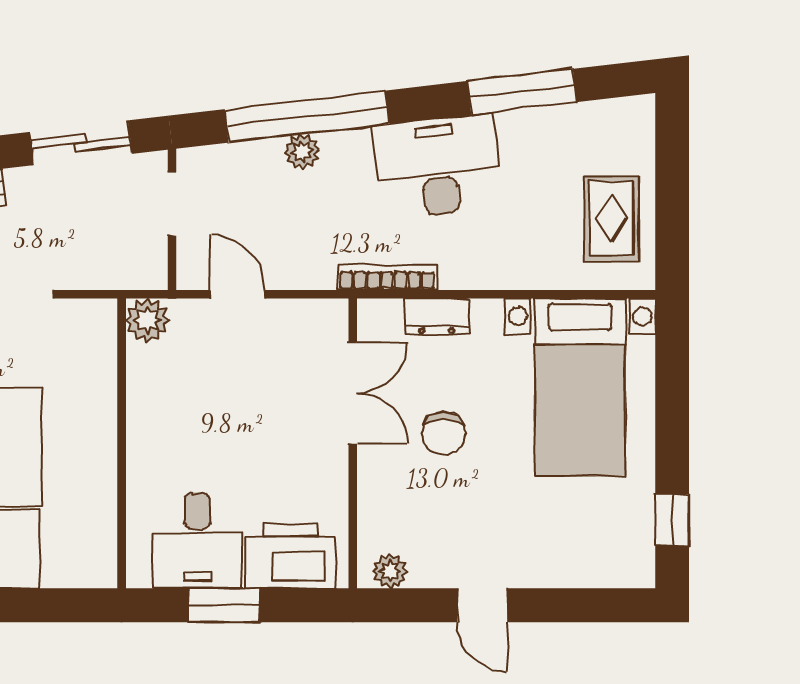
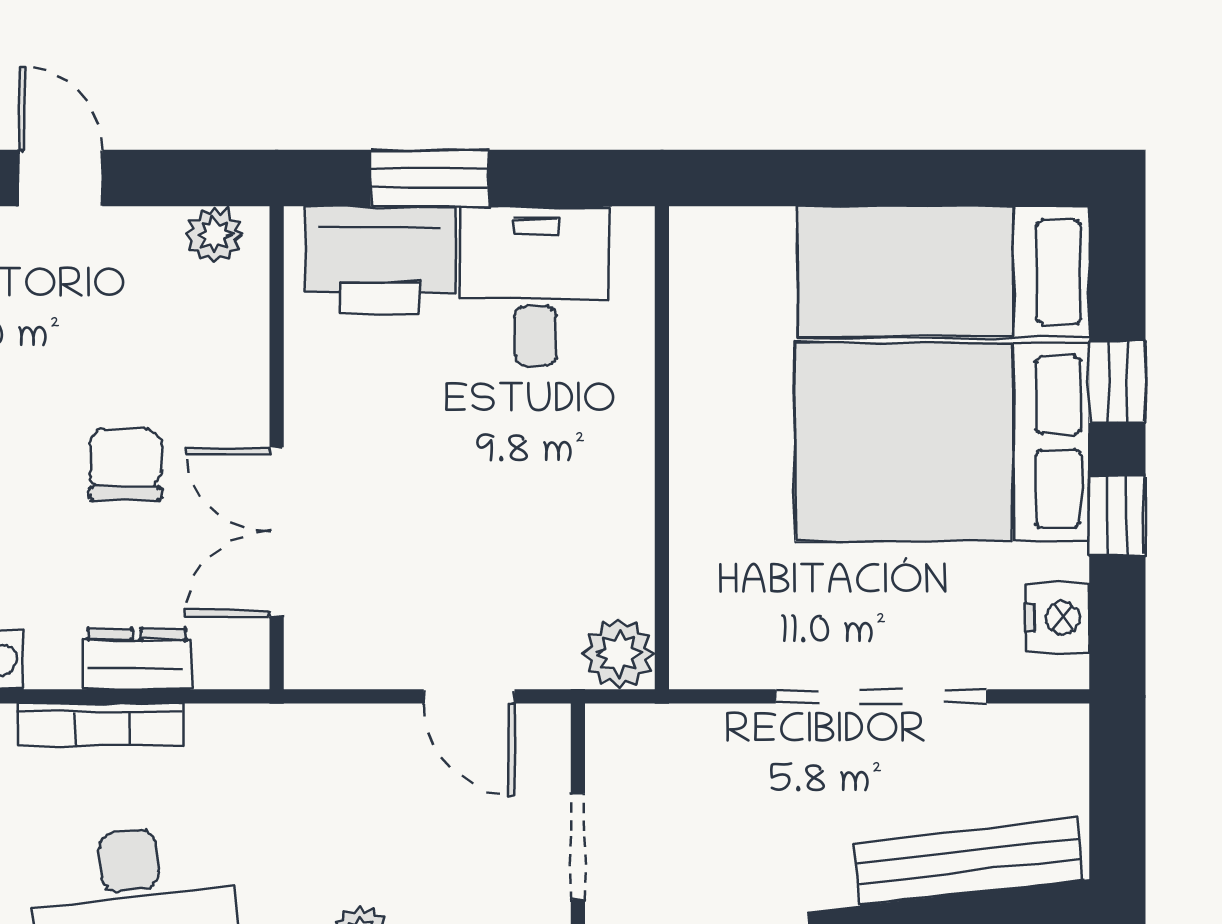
bookcase: (387, 277) -> (101, 724), moved
window: (224, 605) -> (430, 178), moved

